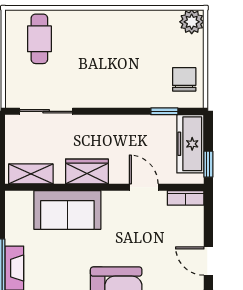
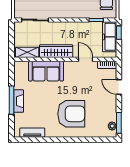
window: (208, 164) -> (119, 33), moved
wardrobe: (87, 172) -> (56, 51), width x1.50
door: (208, 261) -> (119, 87), moved

